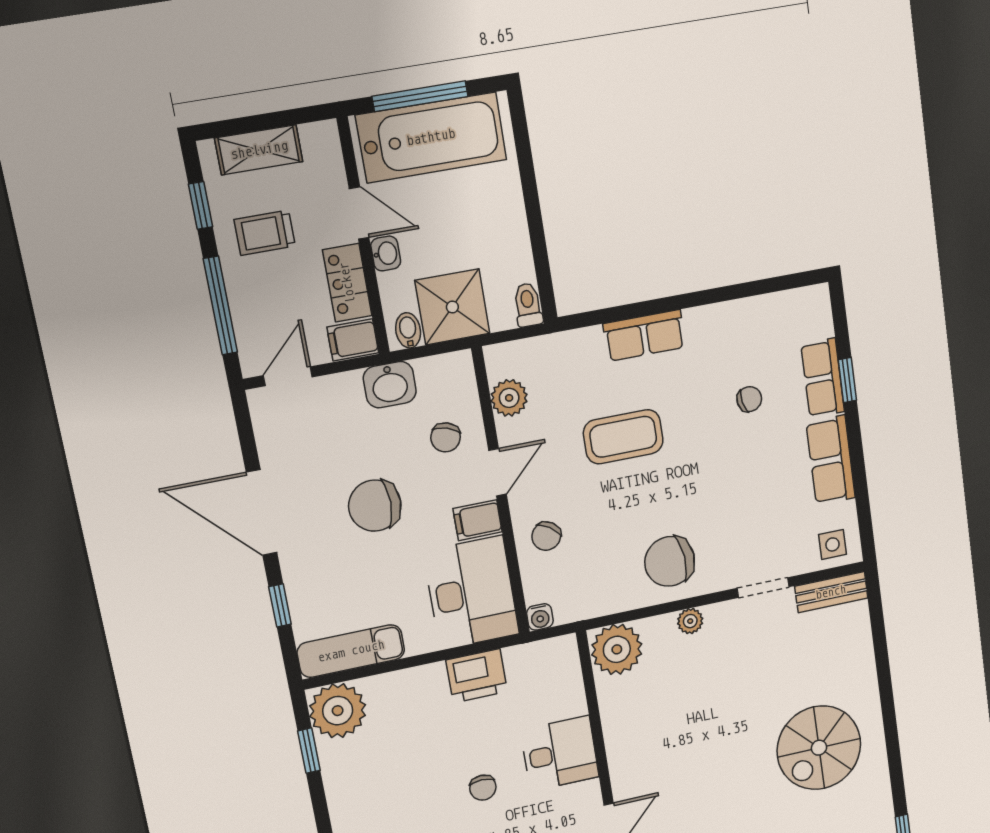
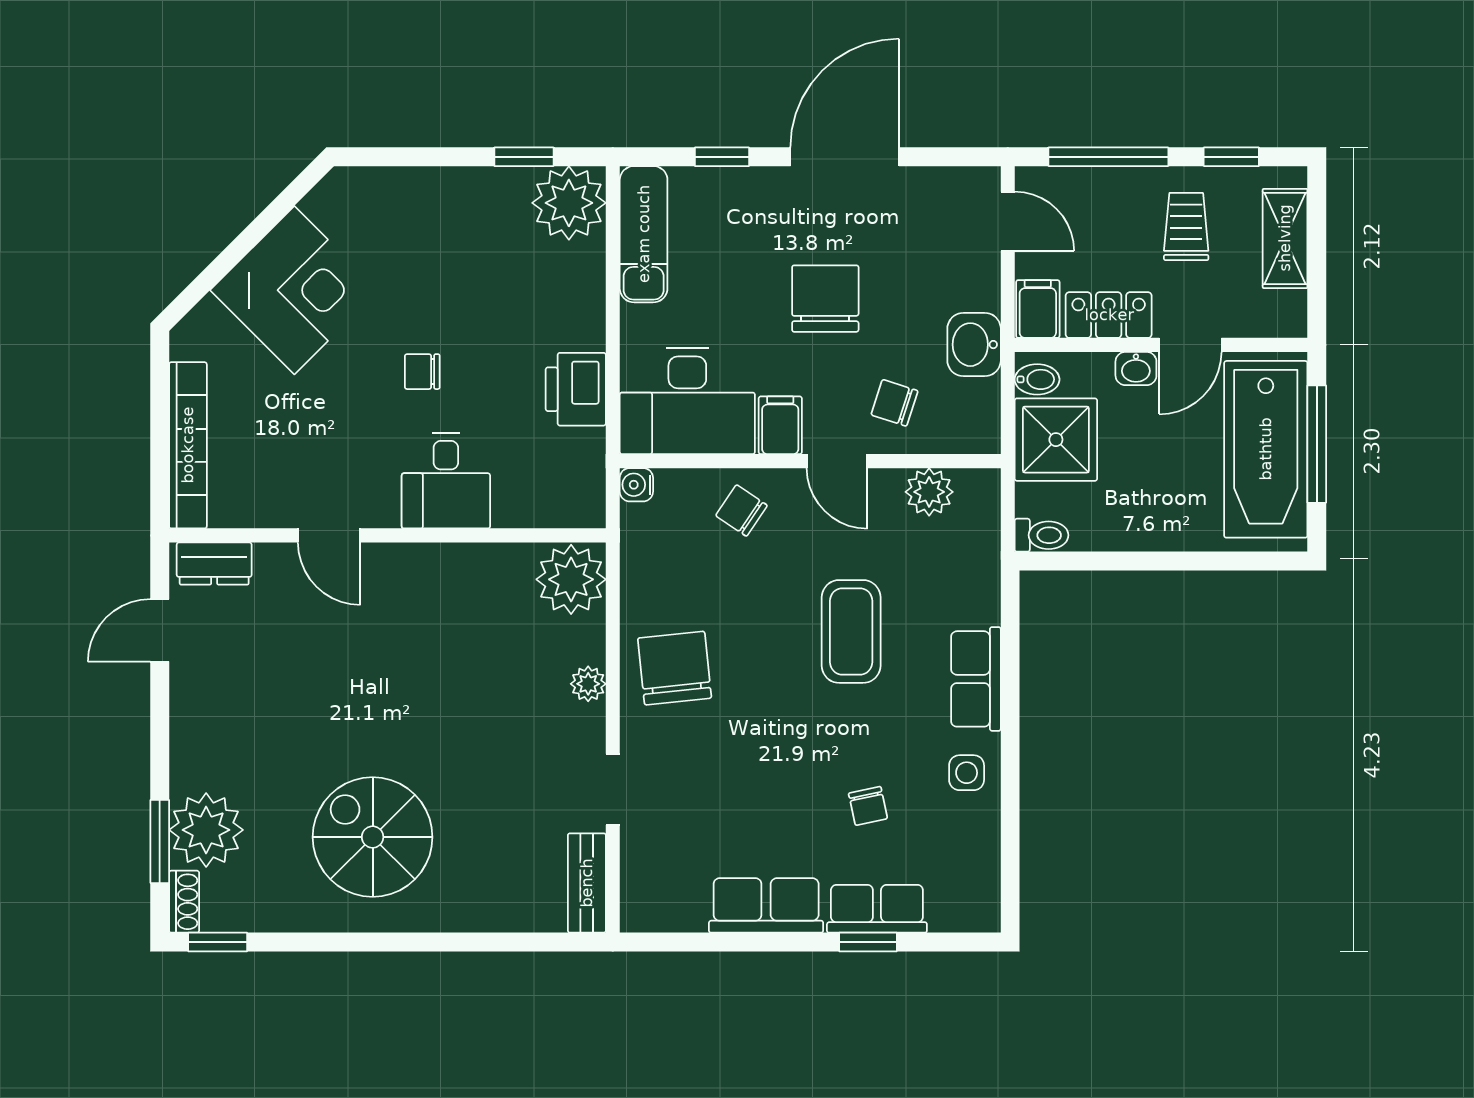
side table: (833, 544) -> (967, 773), moved

